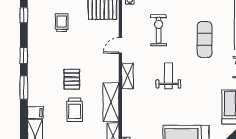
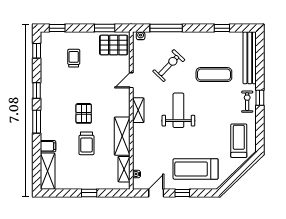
exercise bike: (159, 30) -> (169, 66), turned 44
exercise mat: (205, 40) -> (214, 75), turned 90
weight bench: (168, 76) -> (178, 110), width x1.36, depth x1.33

